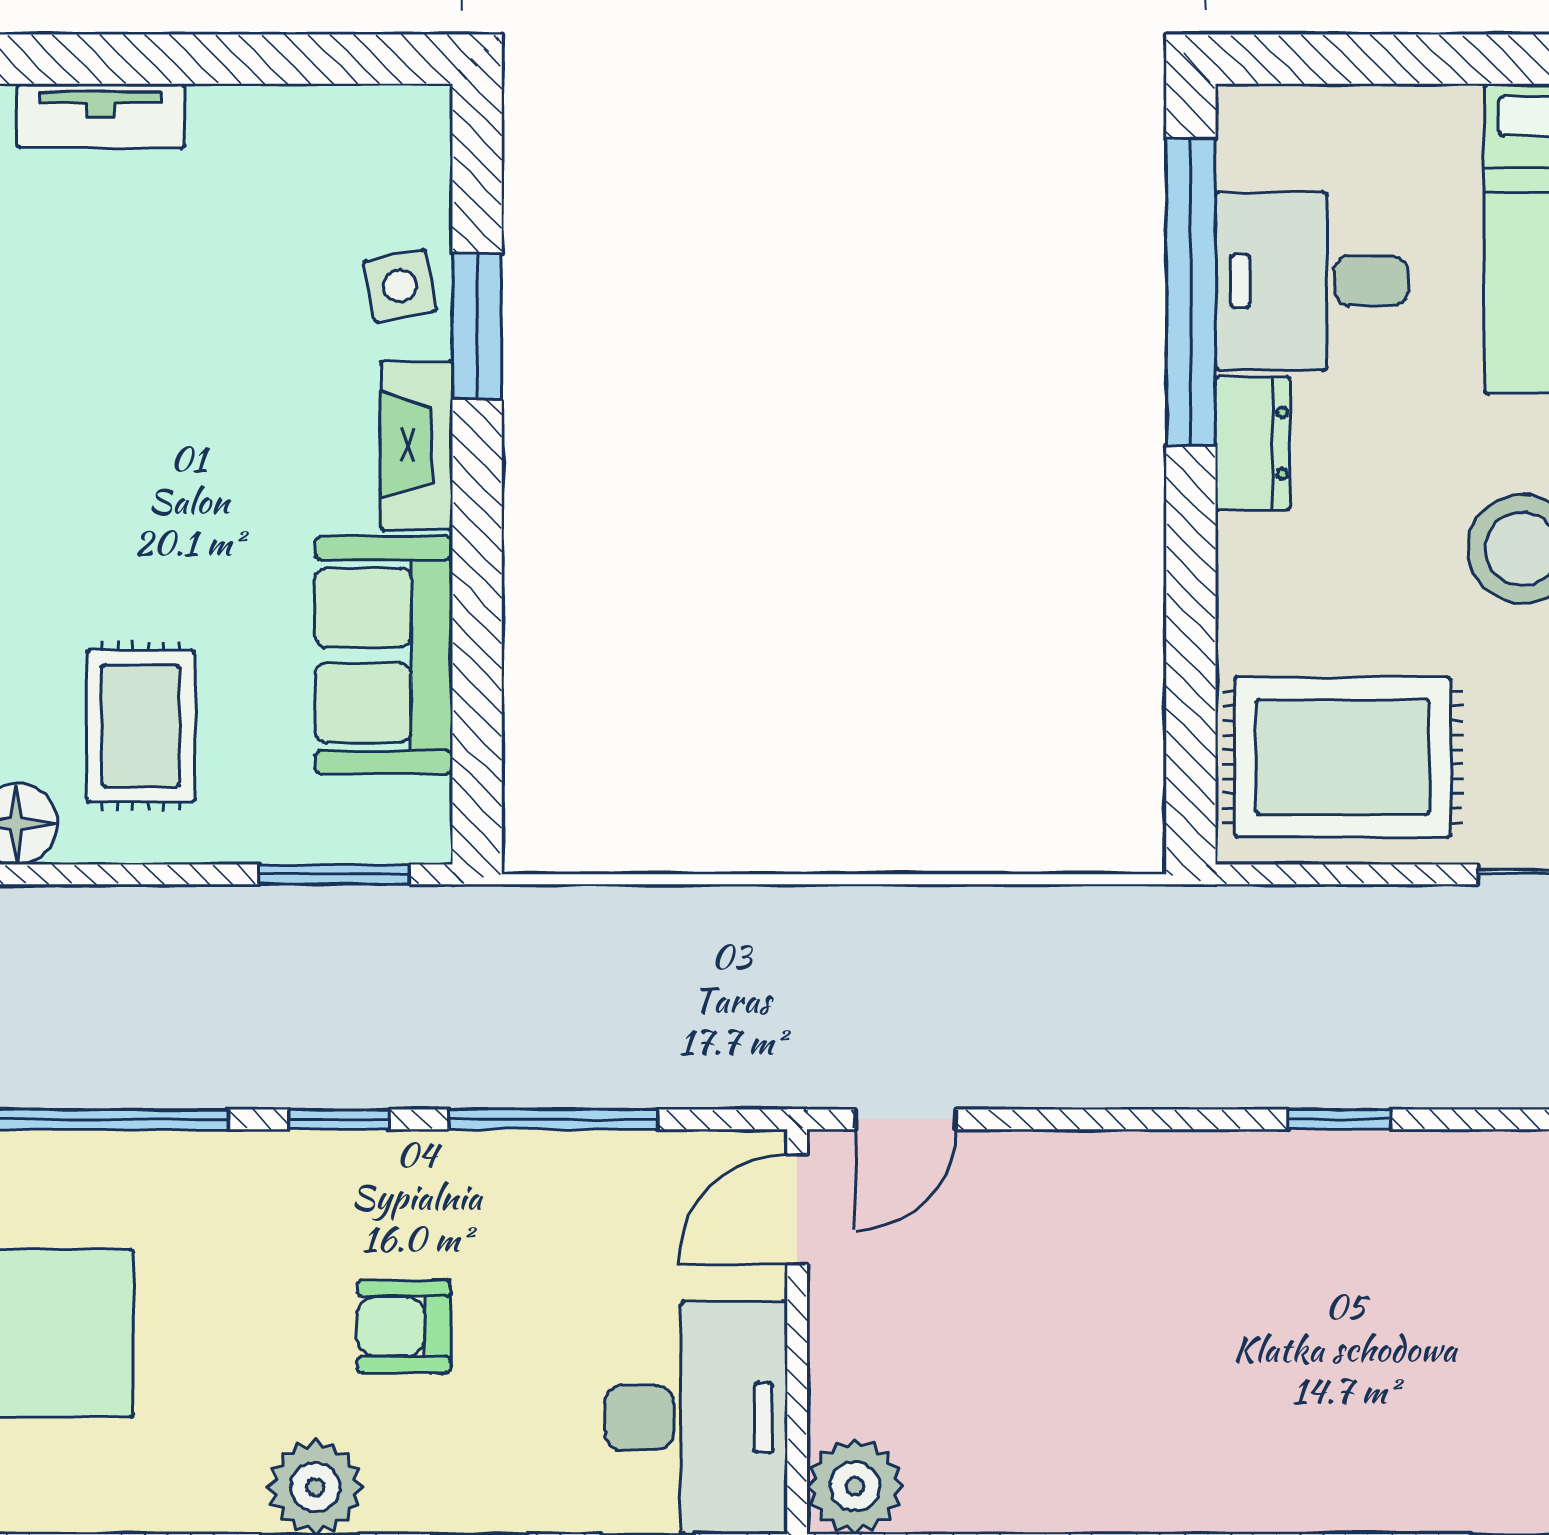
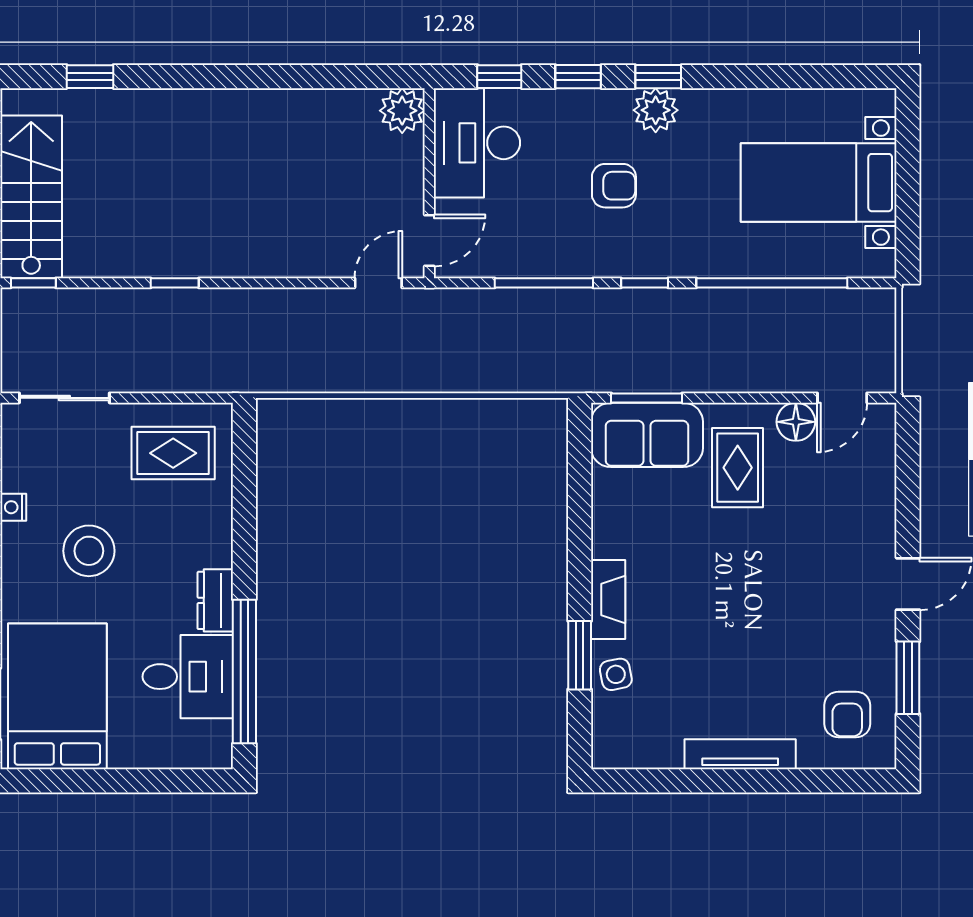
tv unit: (101, 116) -> (740, 754), width x1.41
sofa: (384, 655) -> (647, 435), moved, turned 90
rug: (1343, 757) -> (173, 453), width x0.73, depth x0.70

